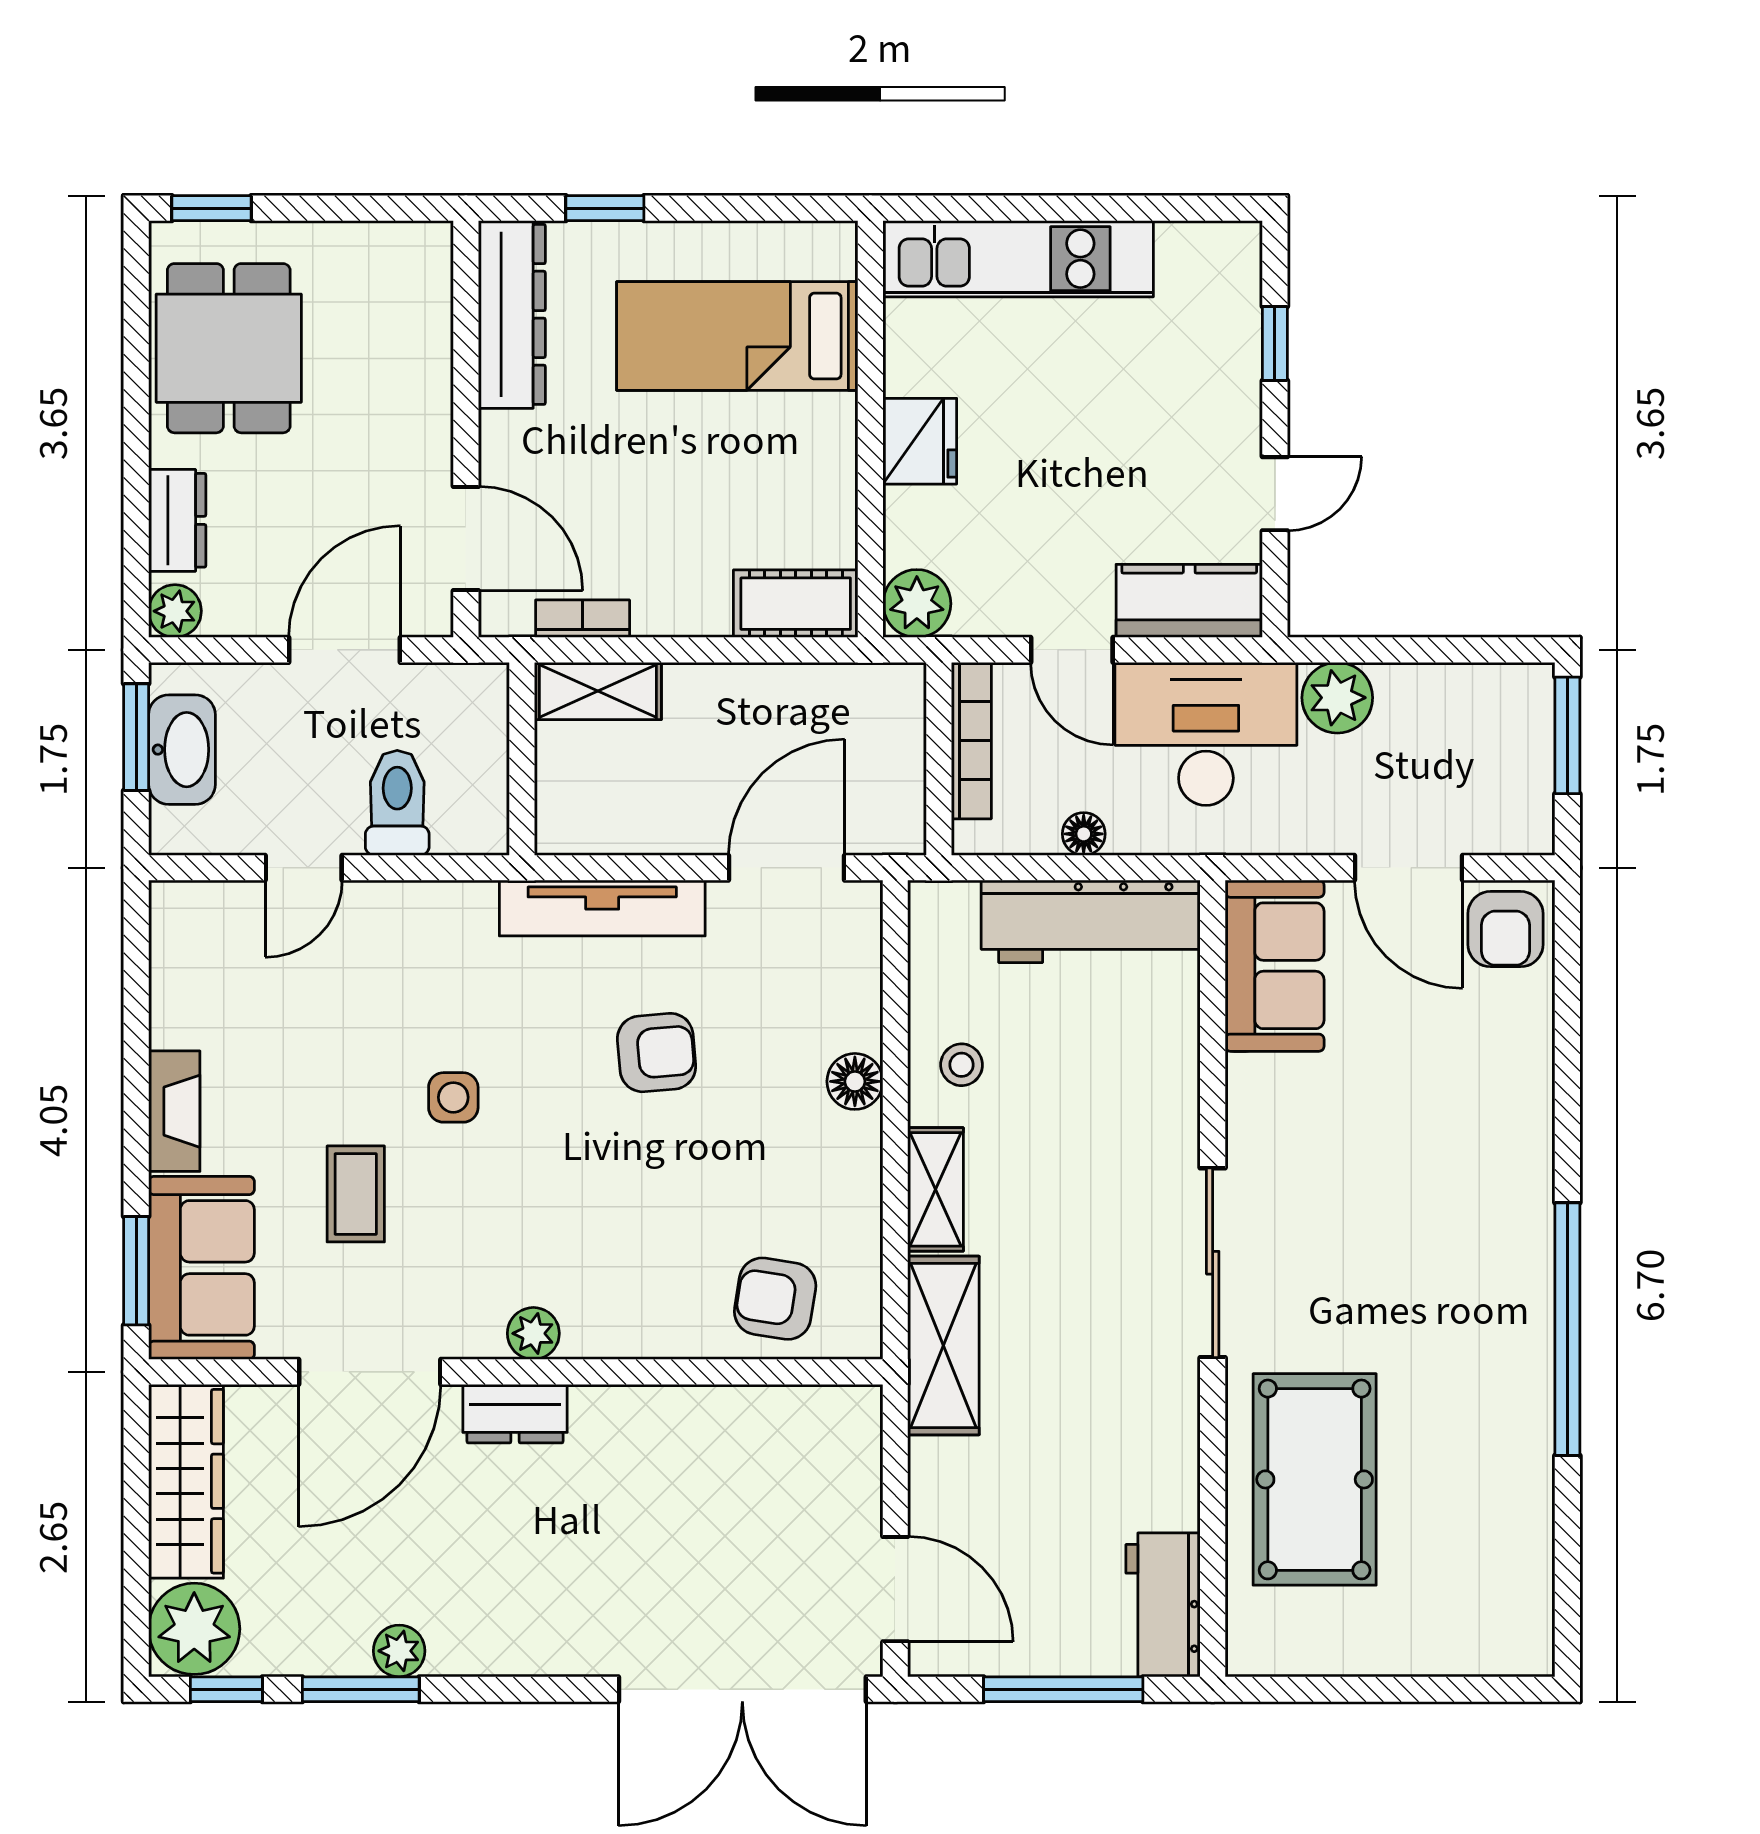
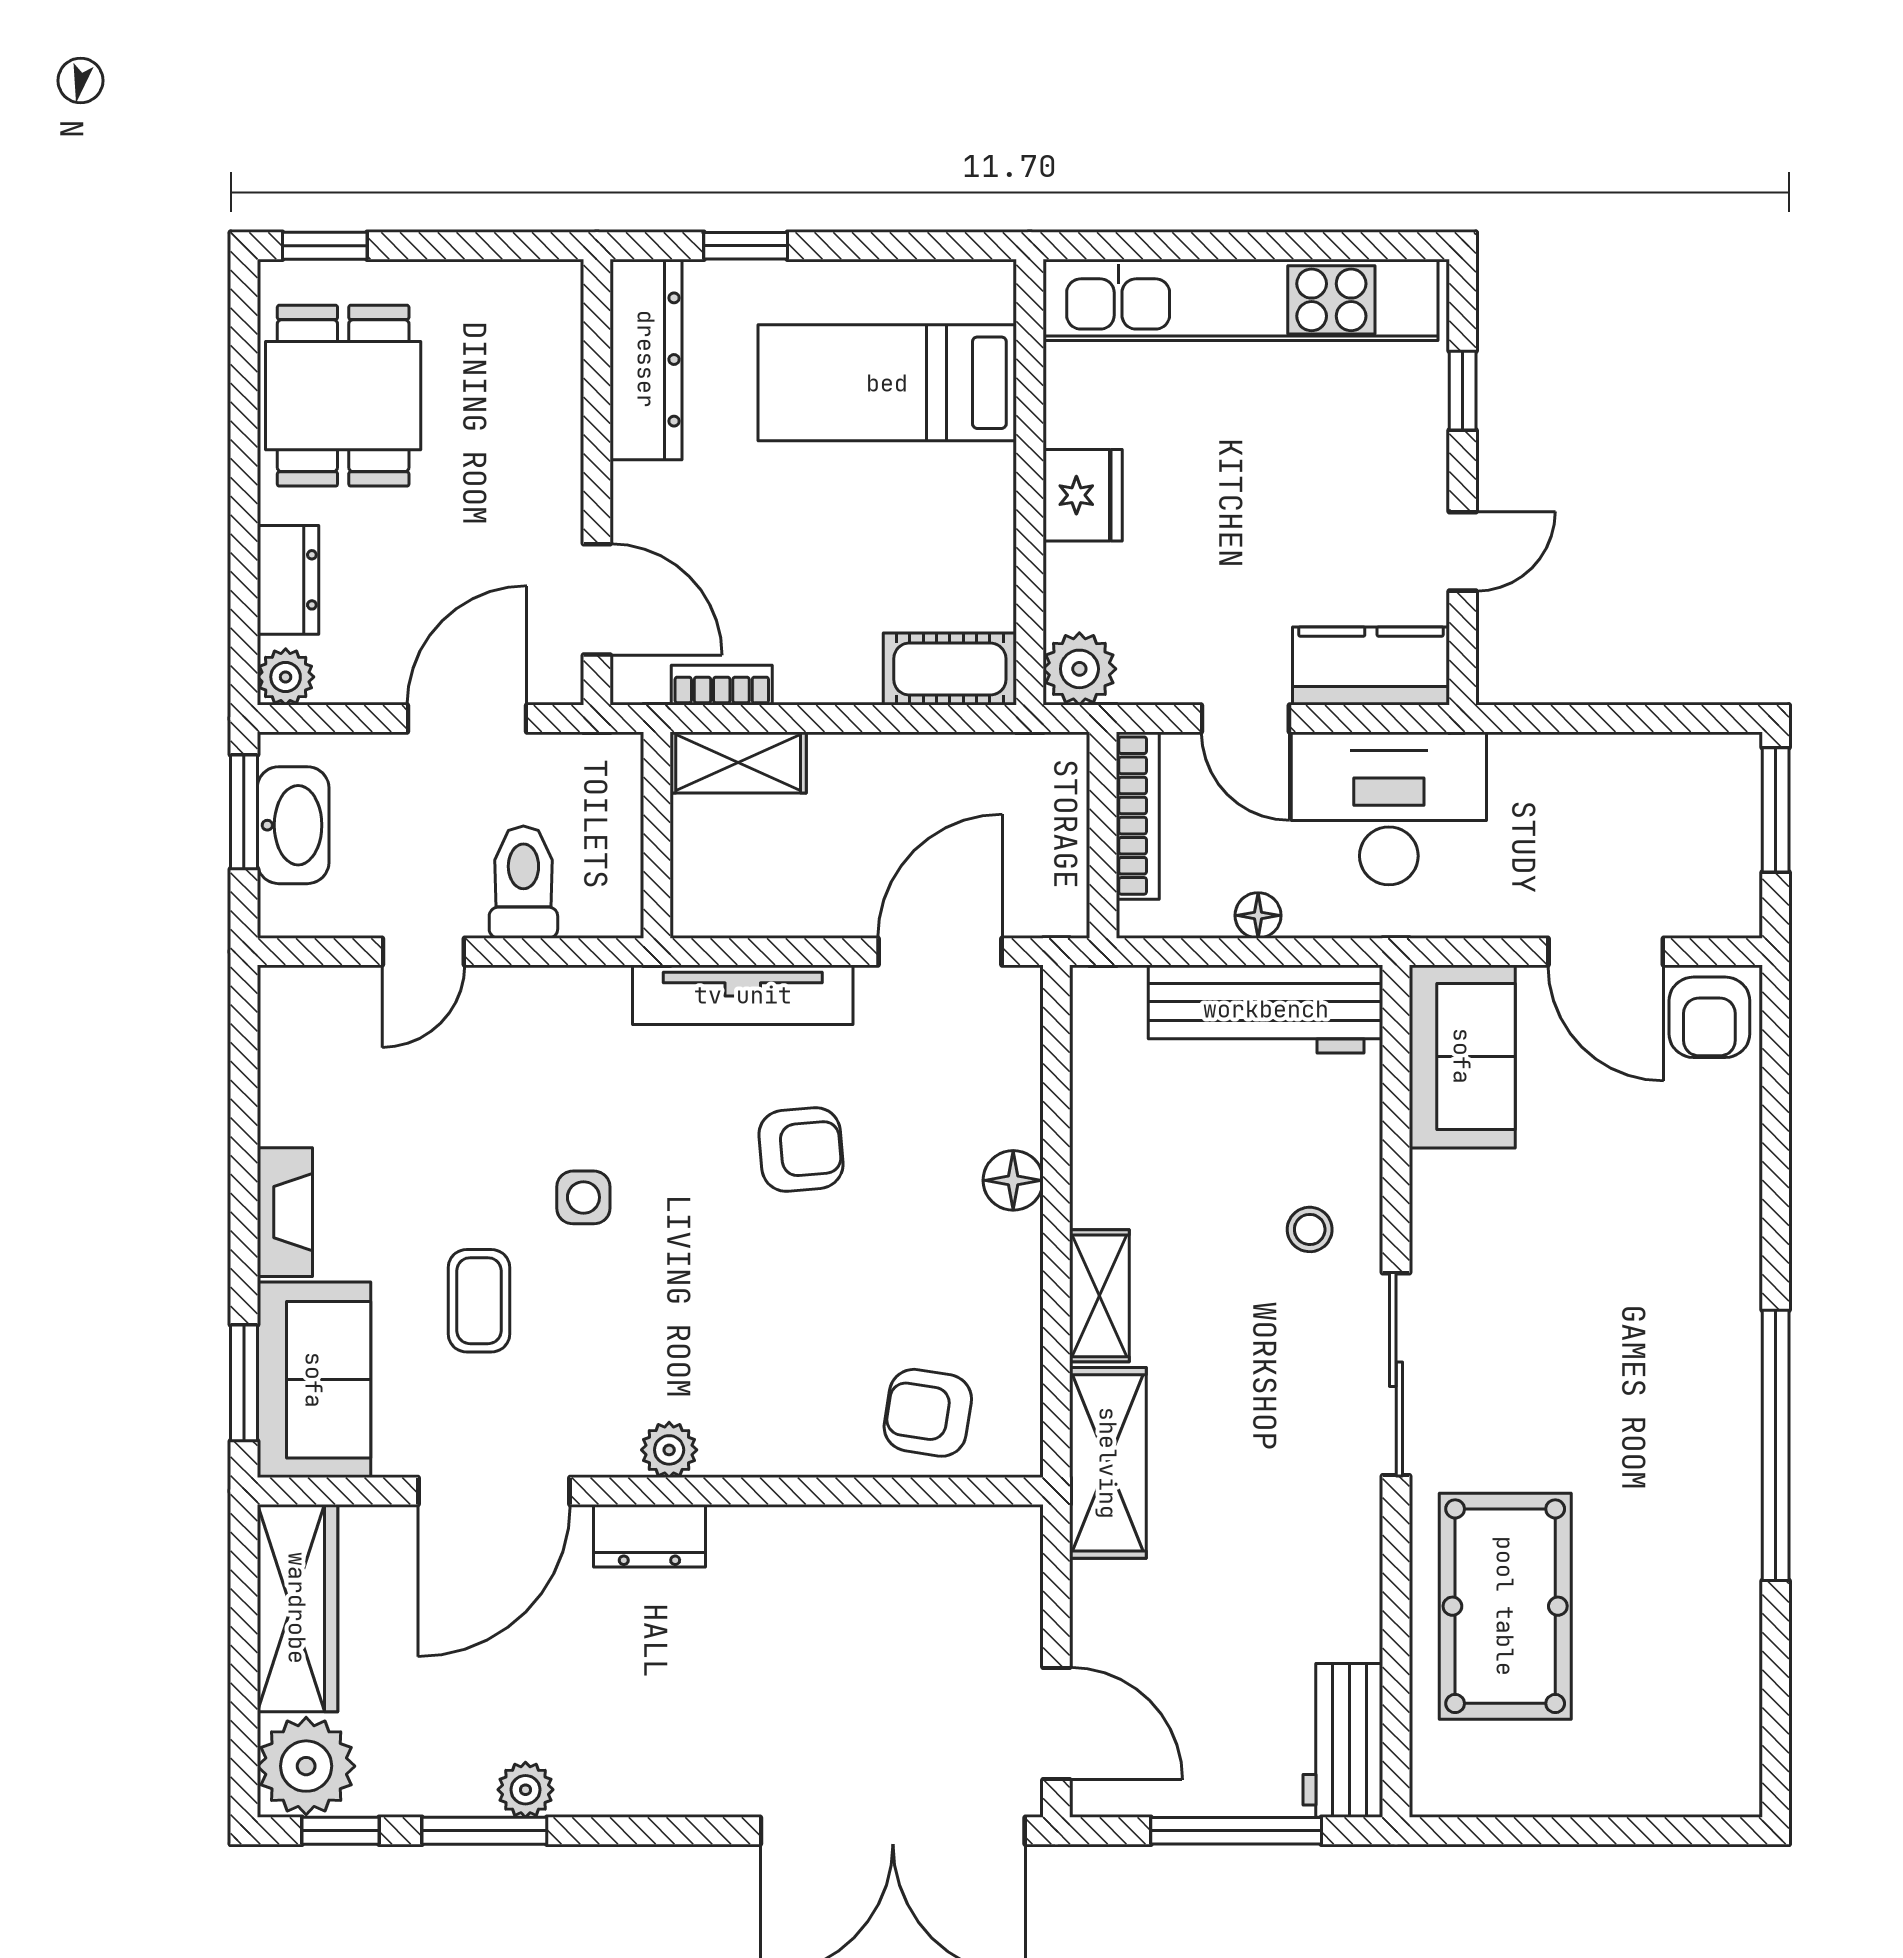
kitchen unit: (1018, 259) -> (1241, 300), width x1.36
plant: (1337, 698) -> (1529, 770), removed
stool: (962, 1065) -> (1310, 1229), moved

